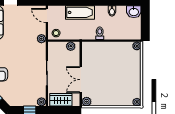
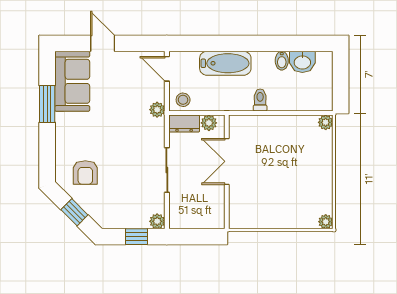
washbasin: (134, 12) -> (302, 62), moved
dresser: (57, 47) -> (184, 124), added
double door: (81, 80) -> (227, 161), moved
wardrobe: (61, 100) -> (191, 218), removed
plant: (87, 102) -> (237, 221), removed

